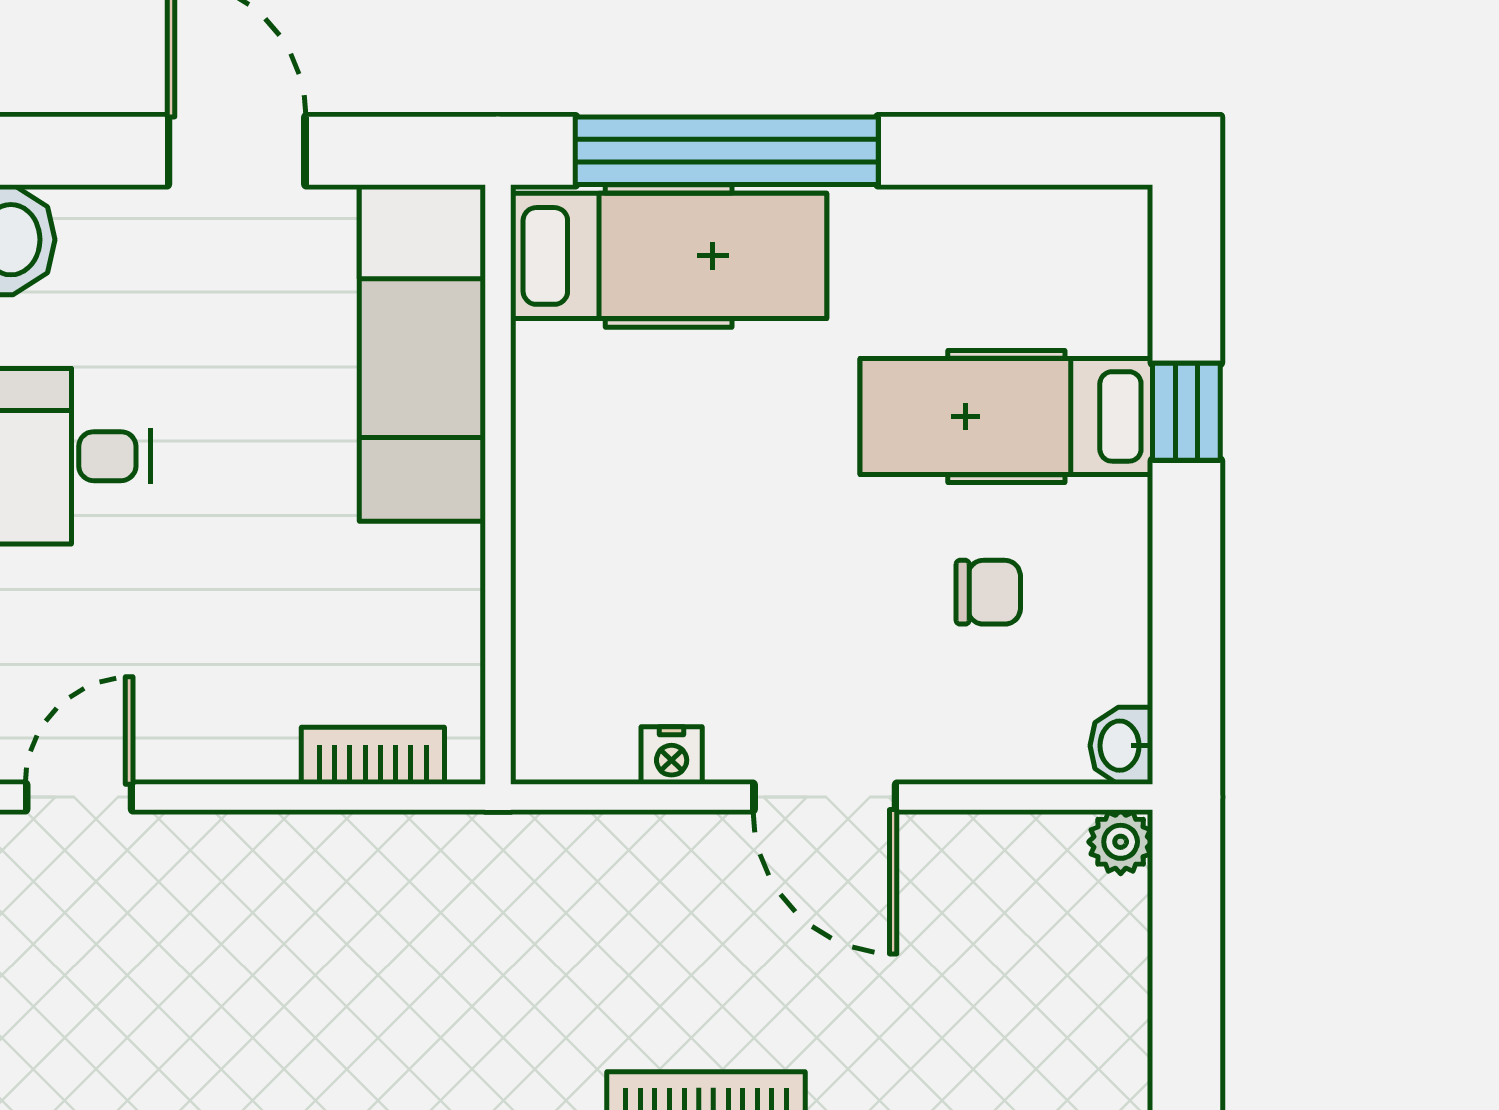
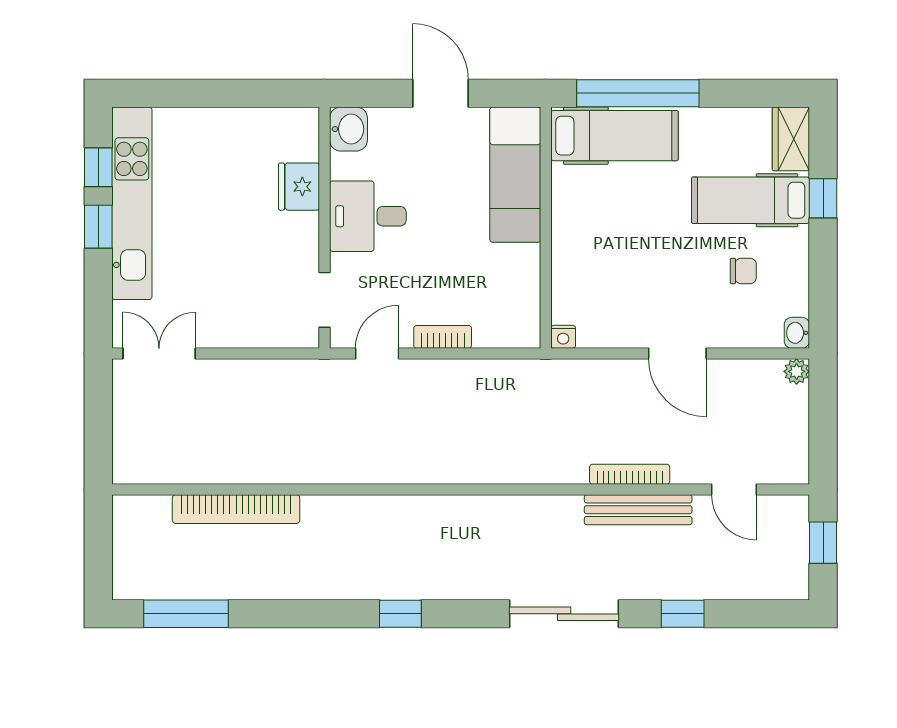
wardrobe: (1107, 264) -> (791, 139), added
bookcase: (373, 756) -> (443, 337), moved
nightstand: (672, 756) -> (563, 337), moved

